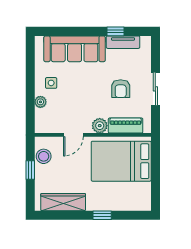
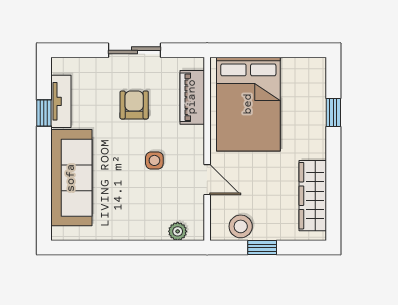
side table: (51, 83) -> (154, 160), moved
armchair: (121, 89) -> (134, 105), turned -90
plant: (40, 102) -> (178, 231), moved
plant: (100, 126) -> (192, 138), removed
window: (102, 215) -> (333, 112), moved

